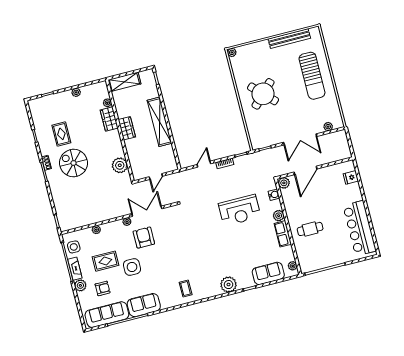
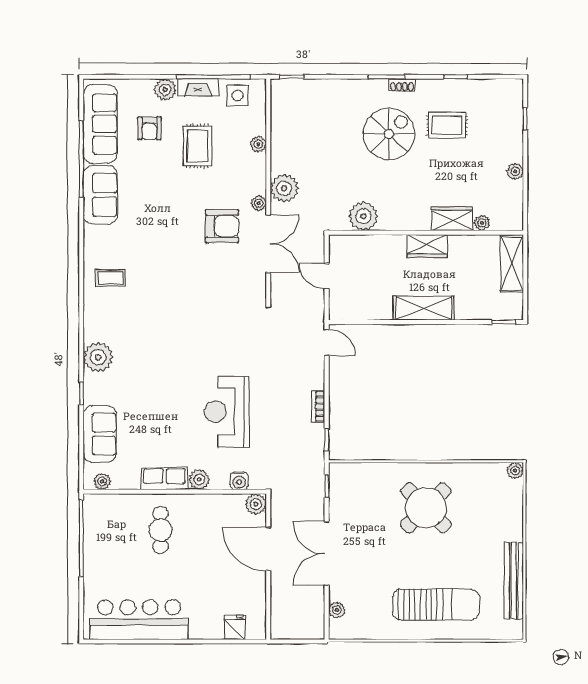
sun lounger: (312, 76) -> (436, 604), turned 180
shelving: (159, 122) -> (424, 308), width x0.68
door: (204, 164) -> (327, 342), moved
plant: (116, 210) -> (284, 188), added
side table: (132, 267) -> (174, 191), removed

